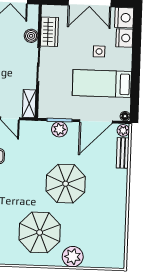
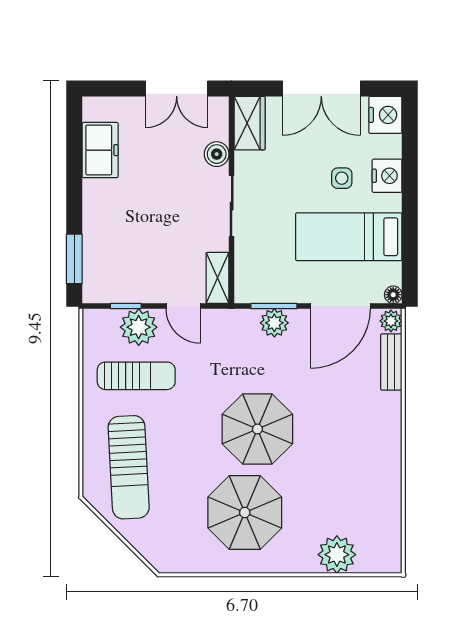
wardrobe: (49, 32) -> (250, 123), moved
nightstand: (124, 38) -> (387, 176), moved
parasol: (66, 184) -> (257, 429), moved
plant: (73, 257) -> (337, 555), moved

